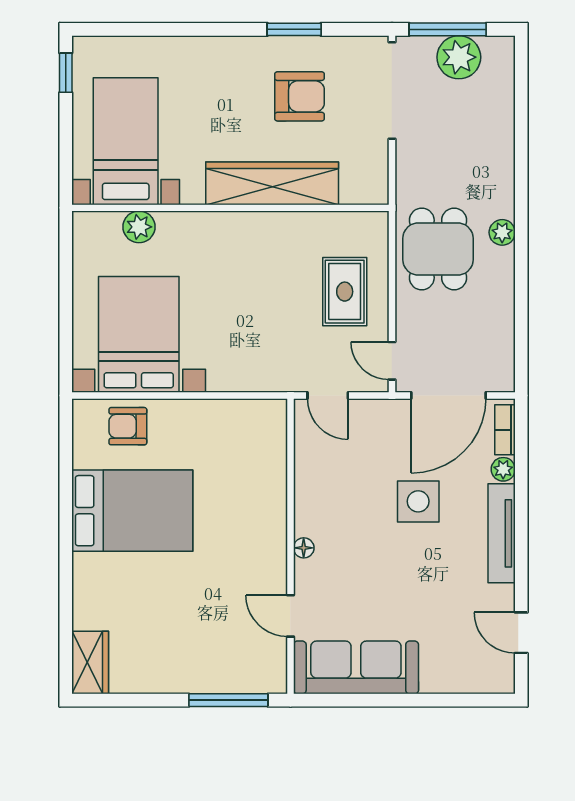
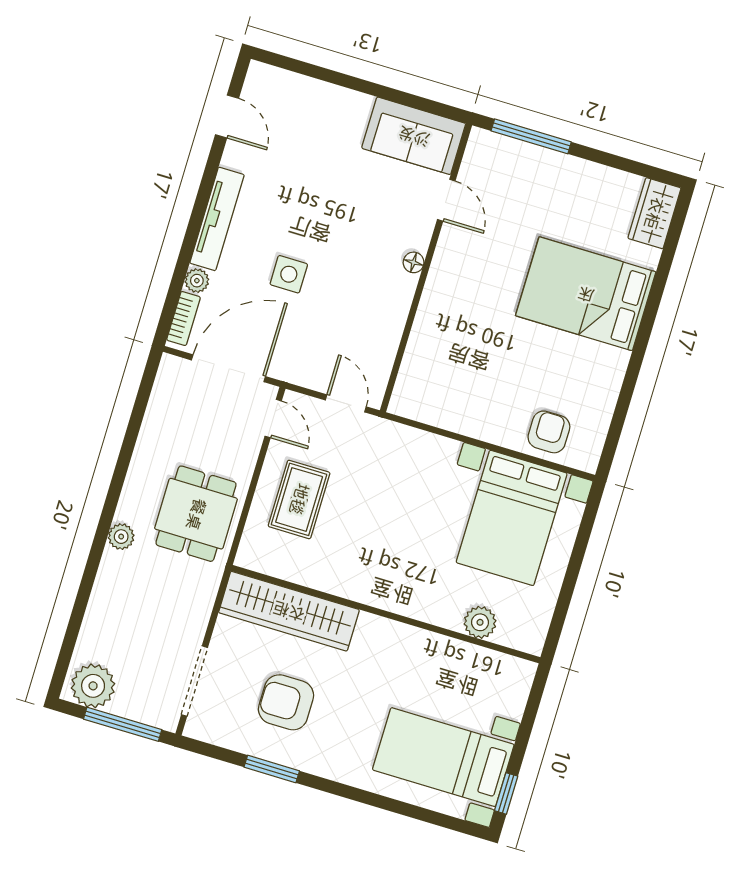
plant: (459, 57) -> (93, 686), moved
doorway: (392, 91) -> (194, 681), width x0.73
bed with nightstands: (126, 141) -> (443, 757), moved, turned 90
wardrobe: (272, 183) -> (289, 611), moved
plant: (502, 232) -> (121, 537), moved
armchair: (128, 426) -> (549, 432), turned -90
side table: (418, 501) -> (289, 274), width x0.73, depth x0.73
bed: (132, 511) -> (586, 294), moved
sofa: (356, 667) -> (414, 136), width x0.73

